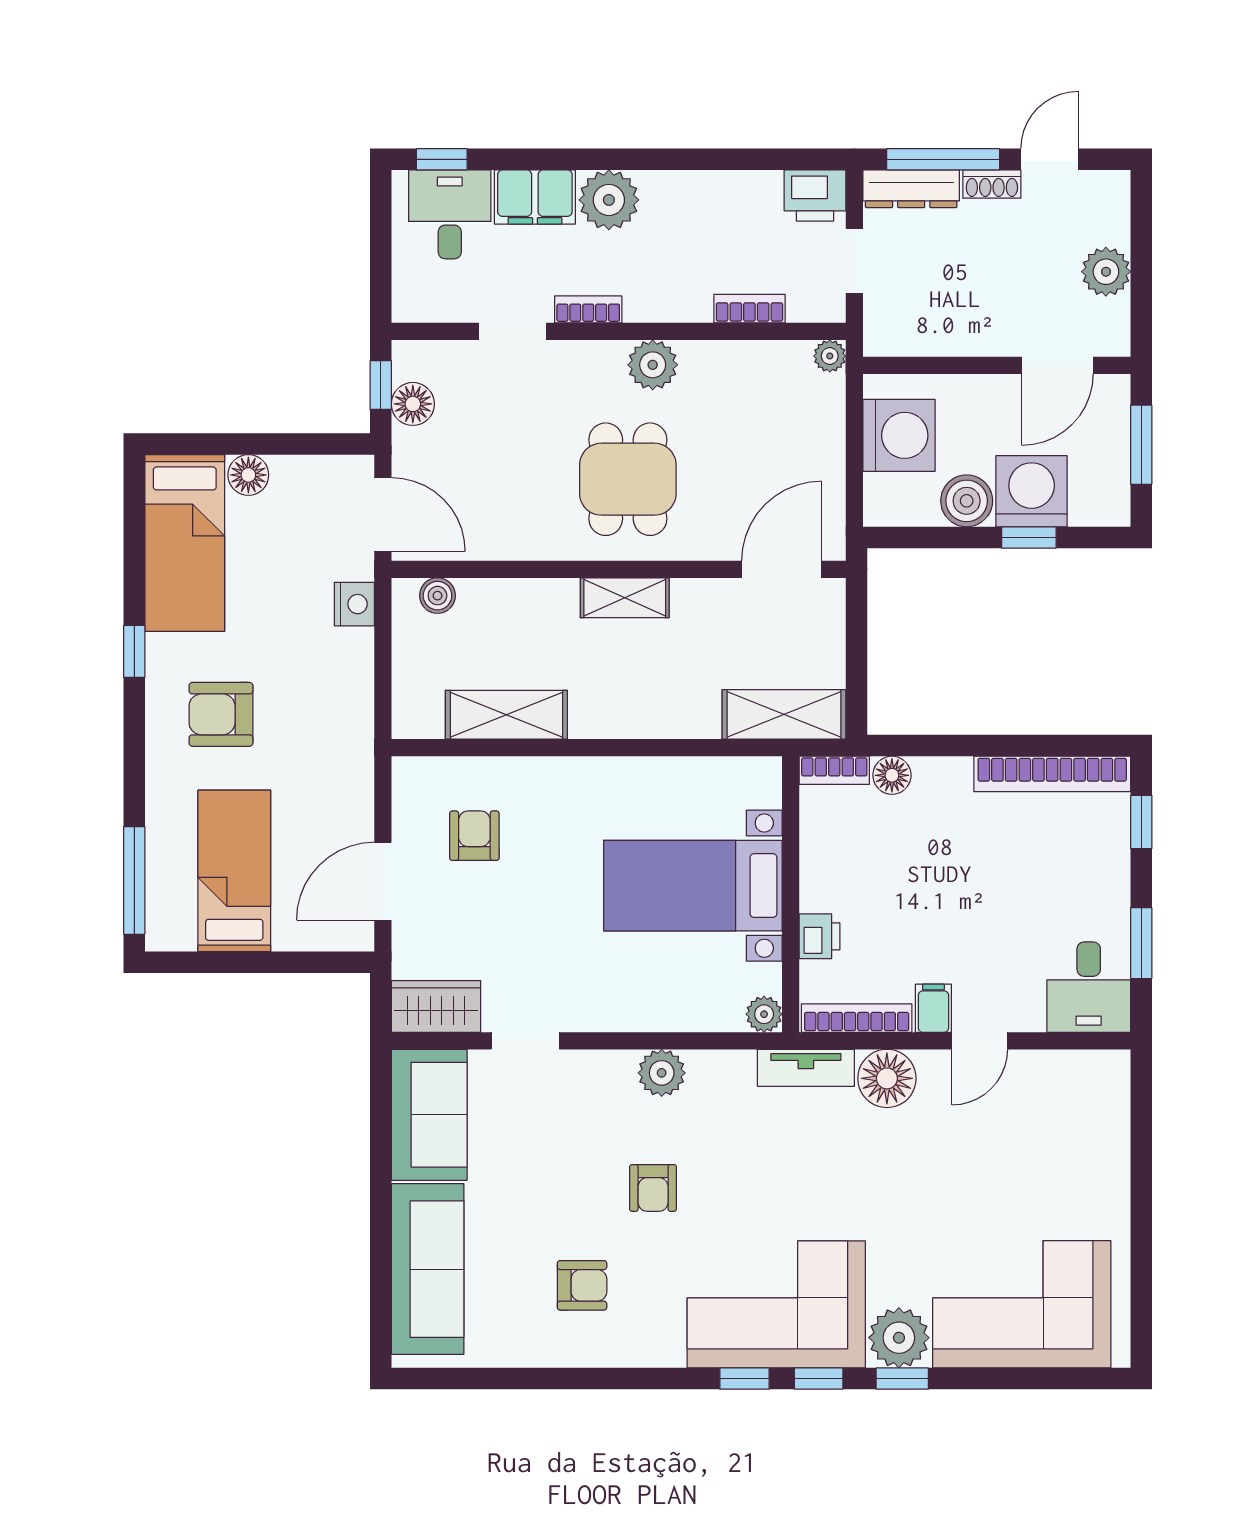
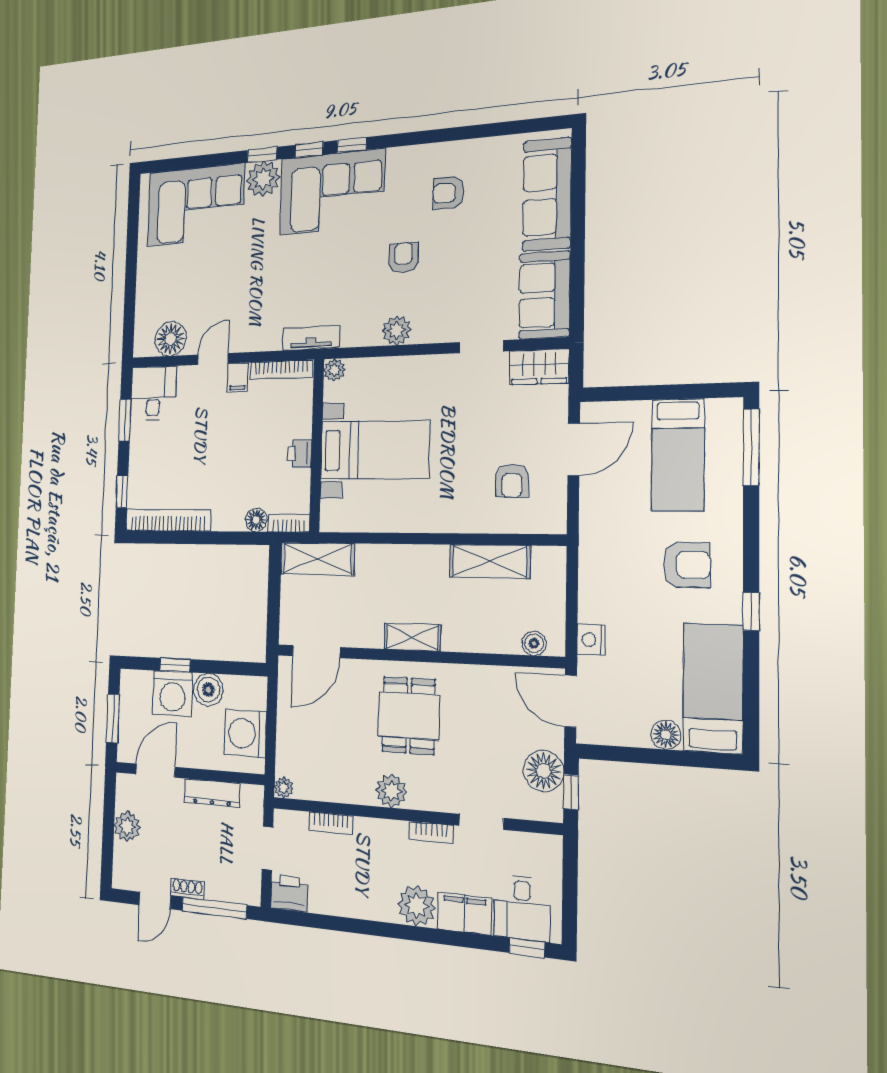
dresser: (911, 189) -> (212, 793), moved, turned 180
floor lamp: (413, 404) -> (544, 771), width x1.38, depth x1.38
printer: (820, 936) -> (300, 453), moved
floor lamp: (887, 1078) -> (171, 339), moved

